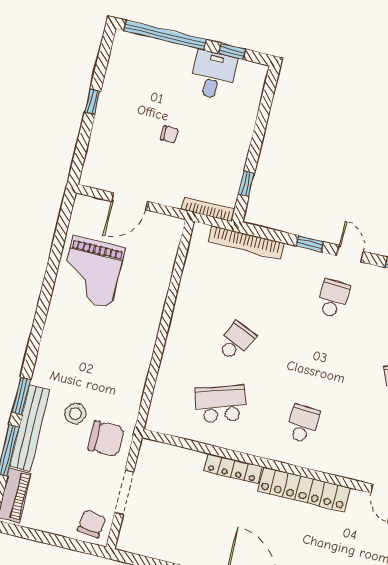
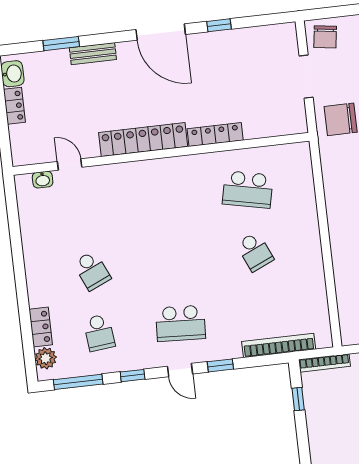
school desk: (333, 299) -> (181, 323), width x1.85
school desk: (236, 341) -> (255, 252), turned -48
school desk: (221, 404) -> (248, 190), turned 30
school desk: (303, 424) -> (166, 199), removed

